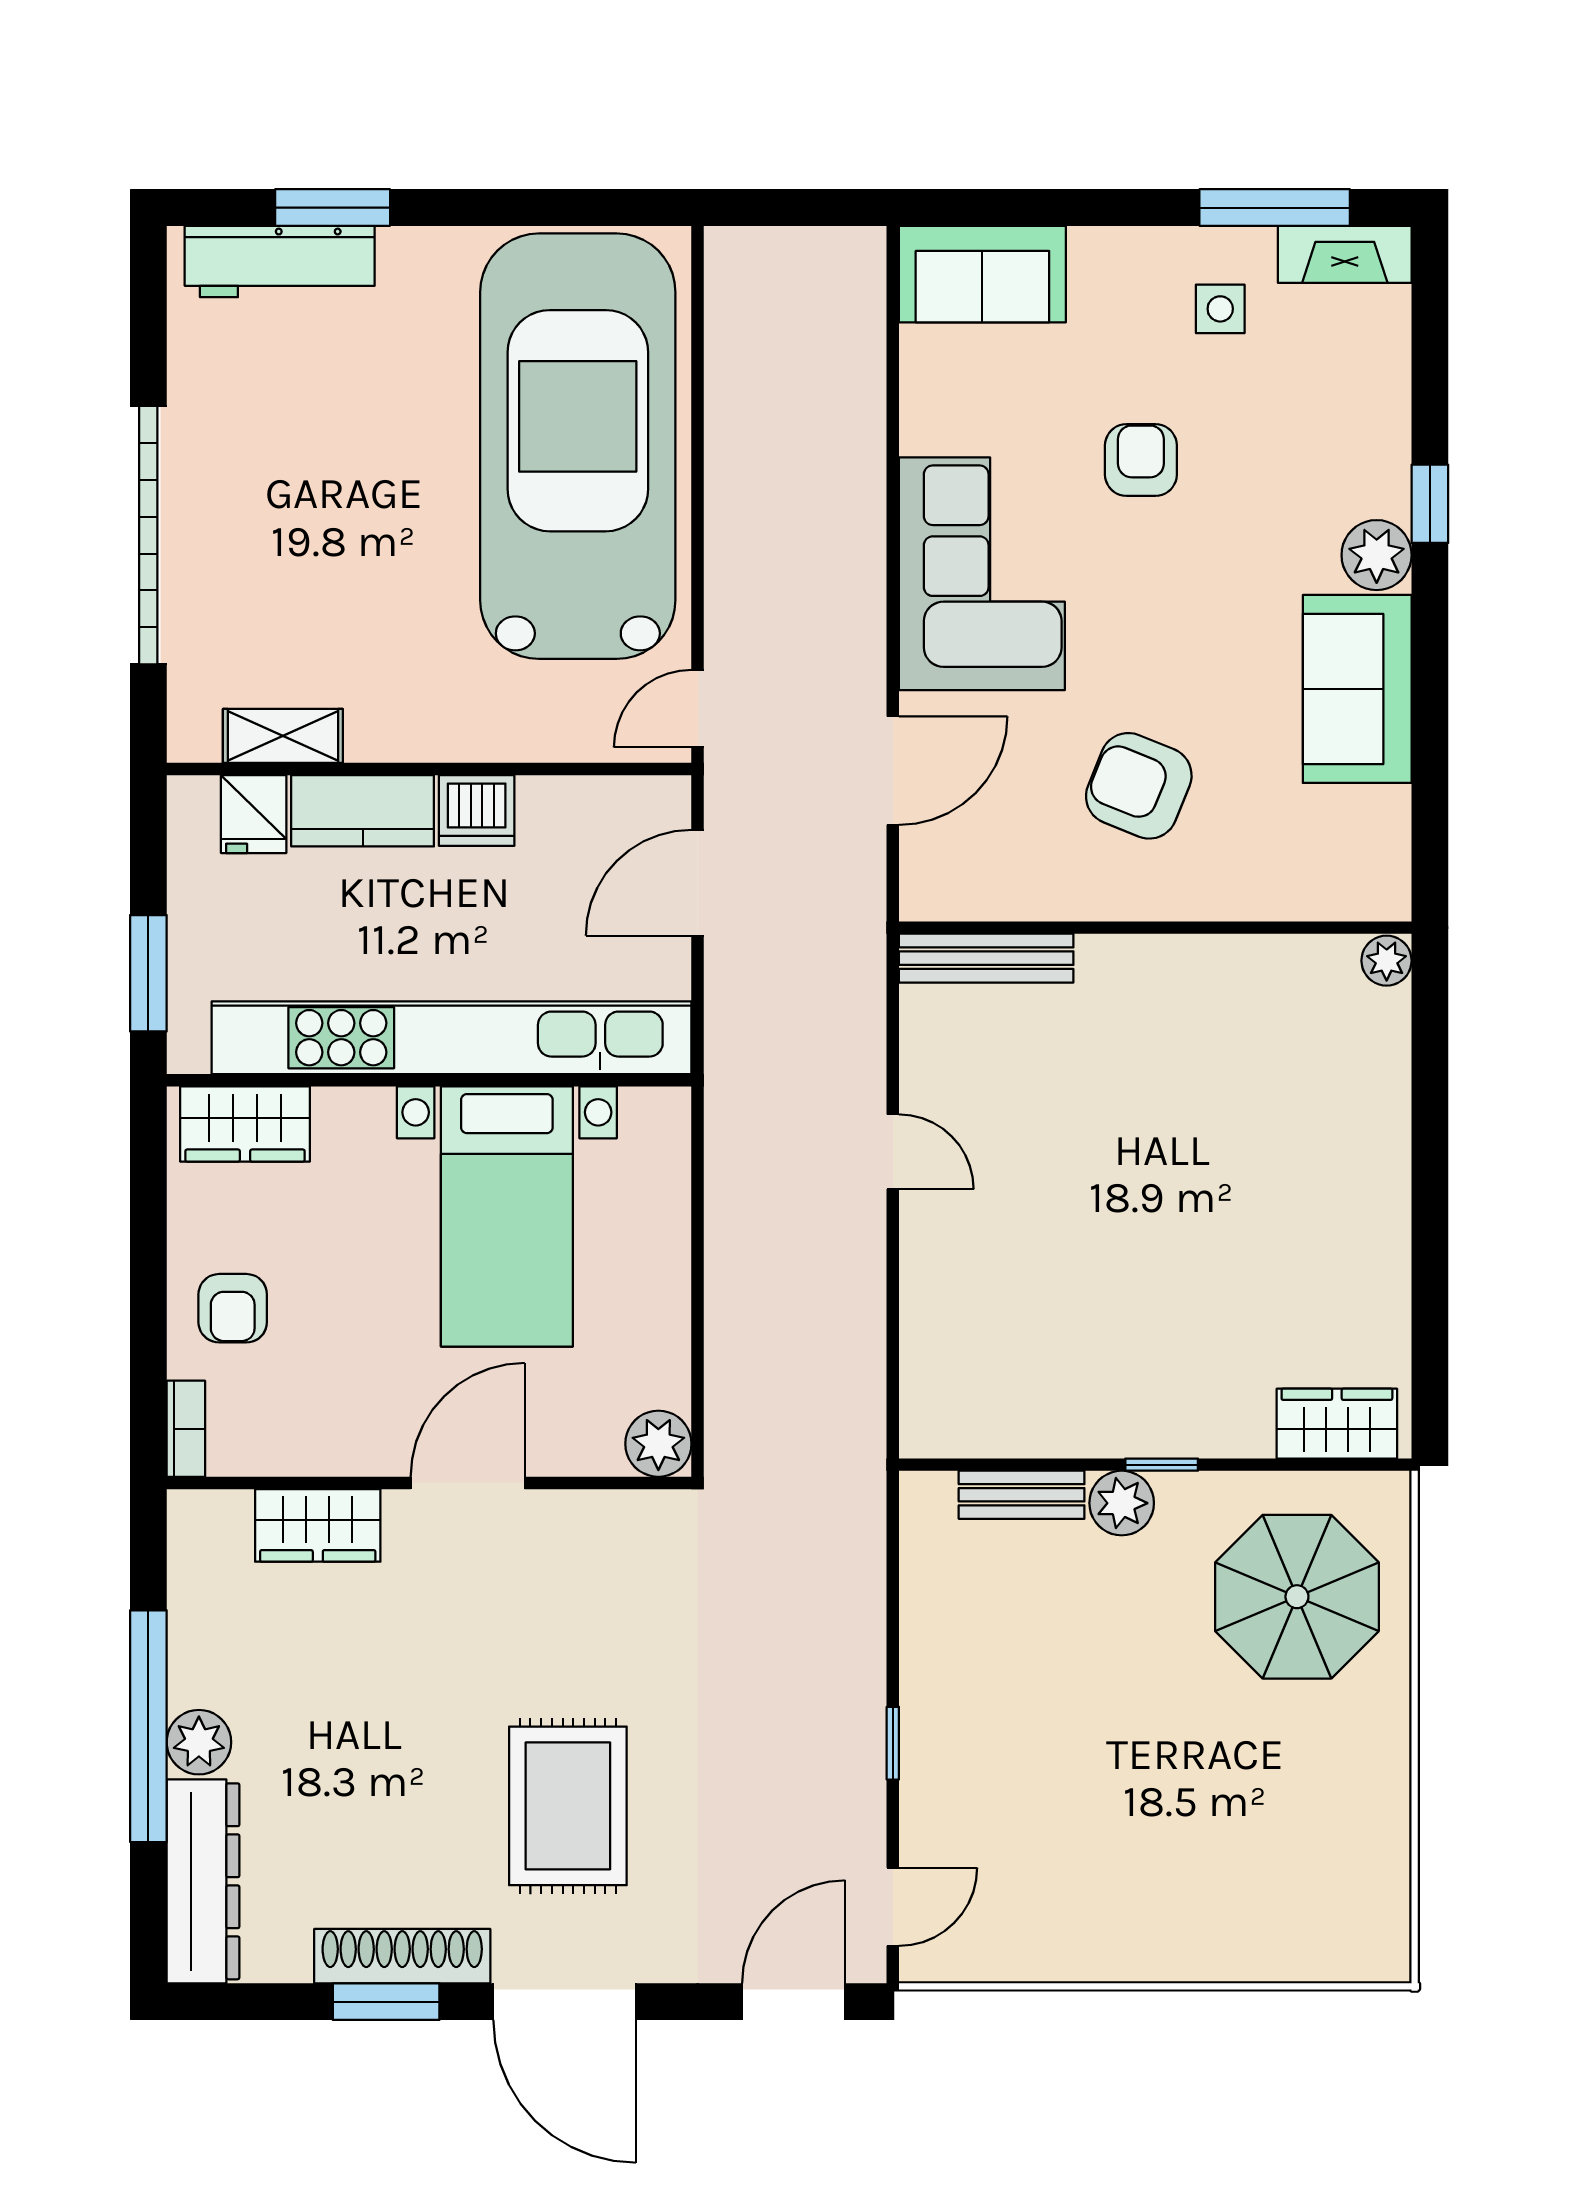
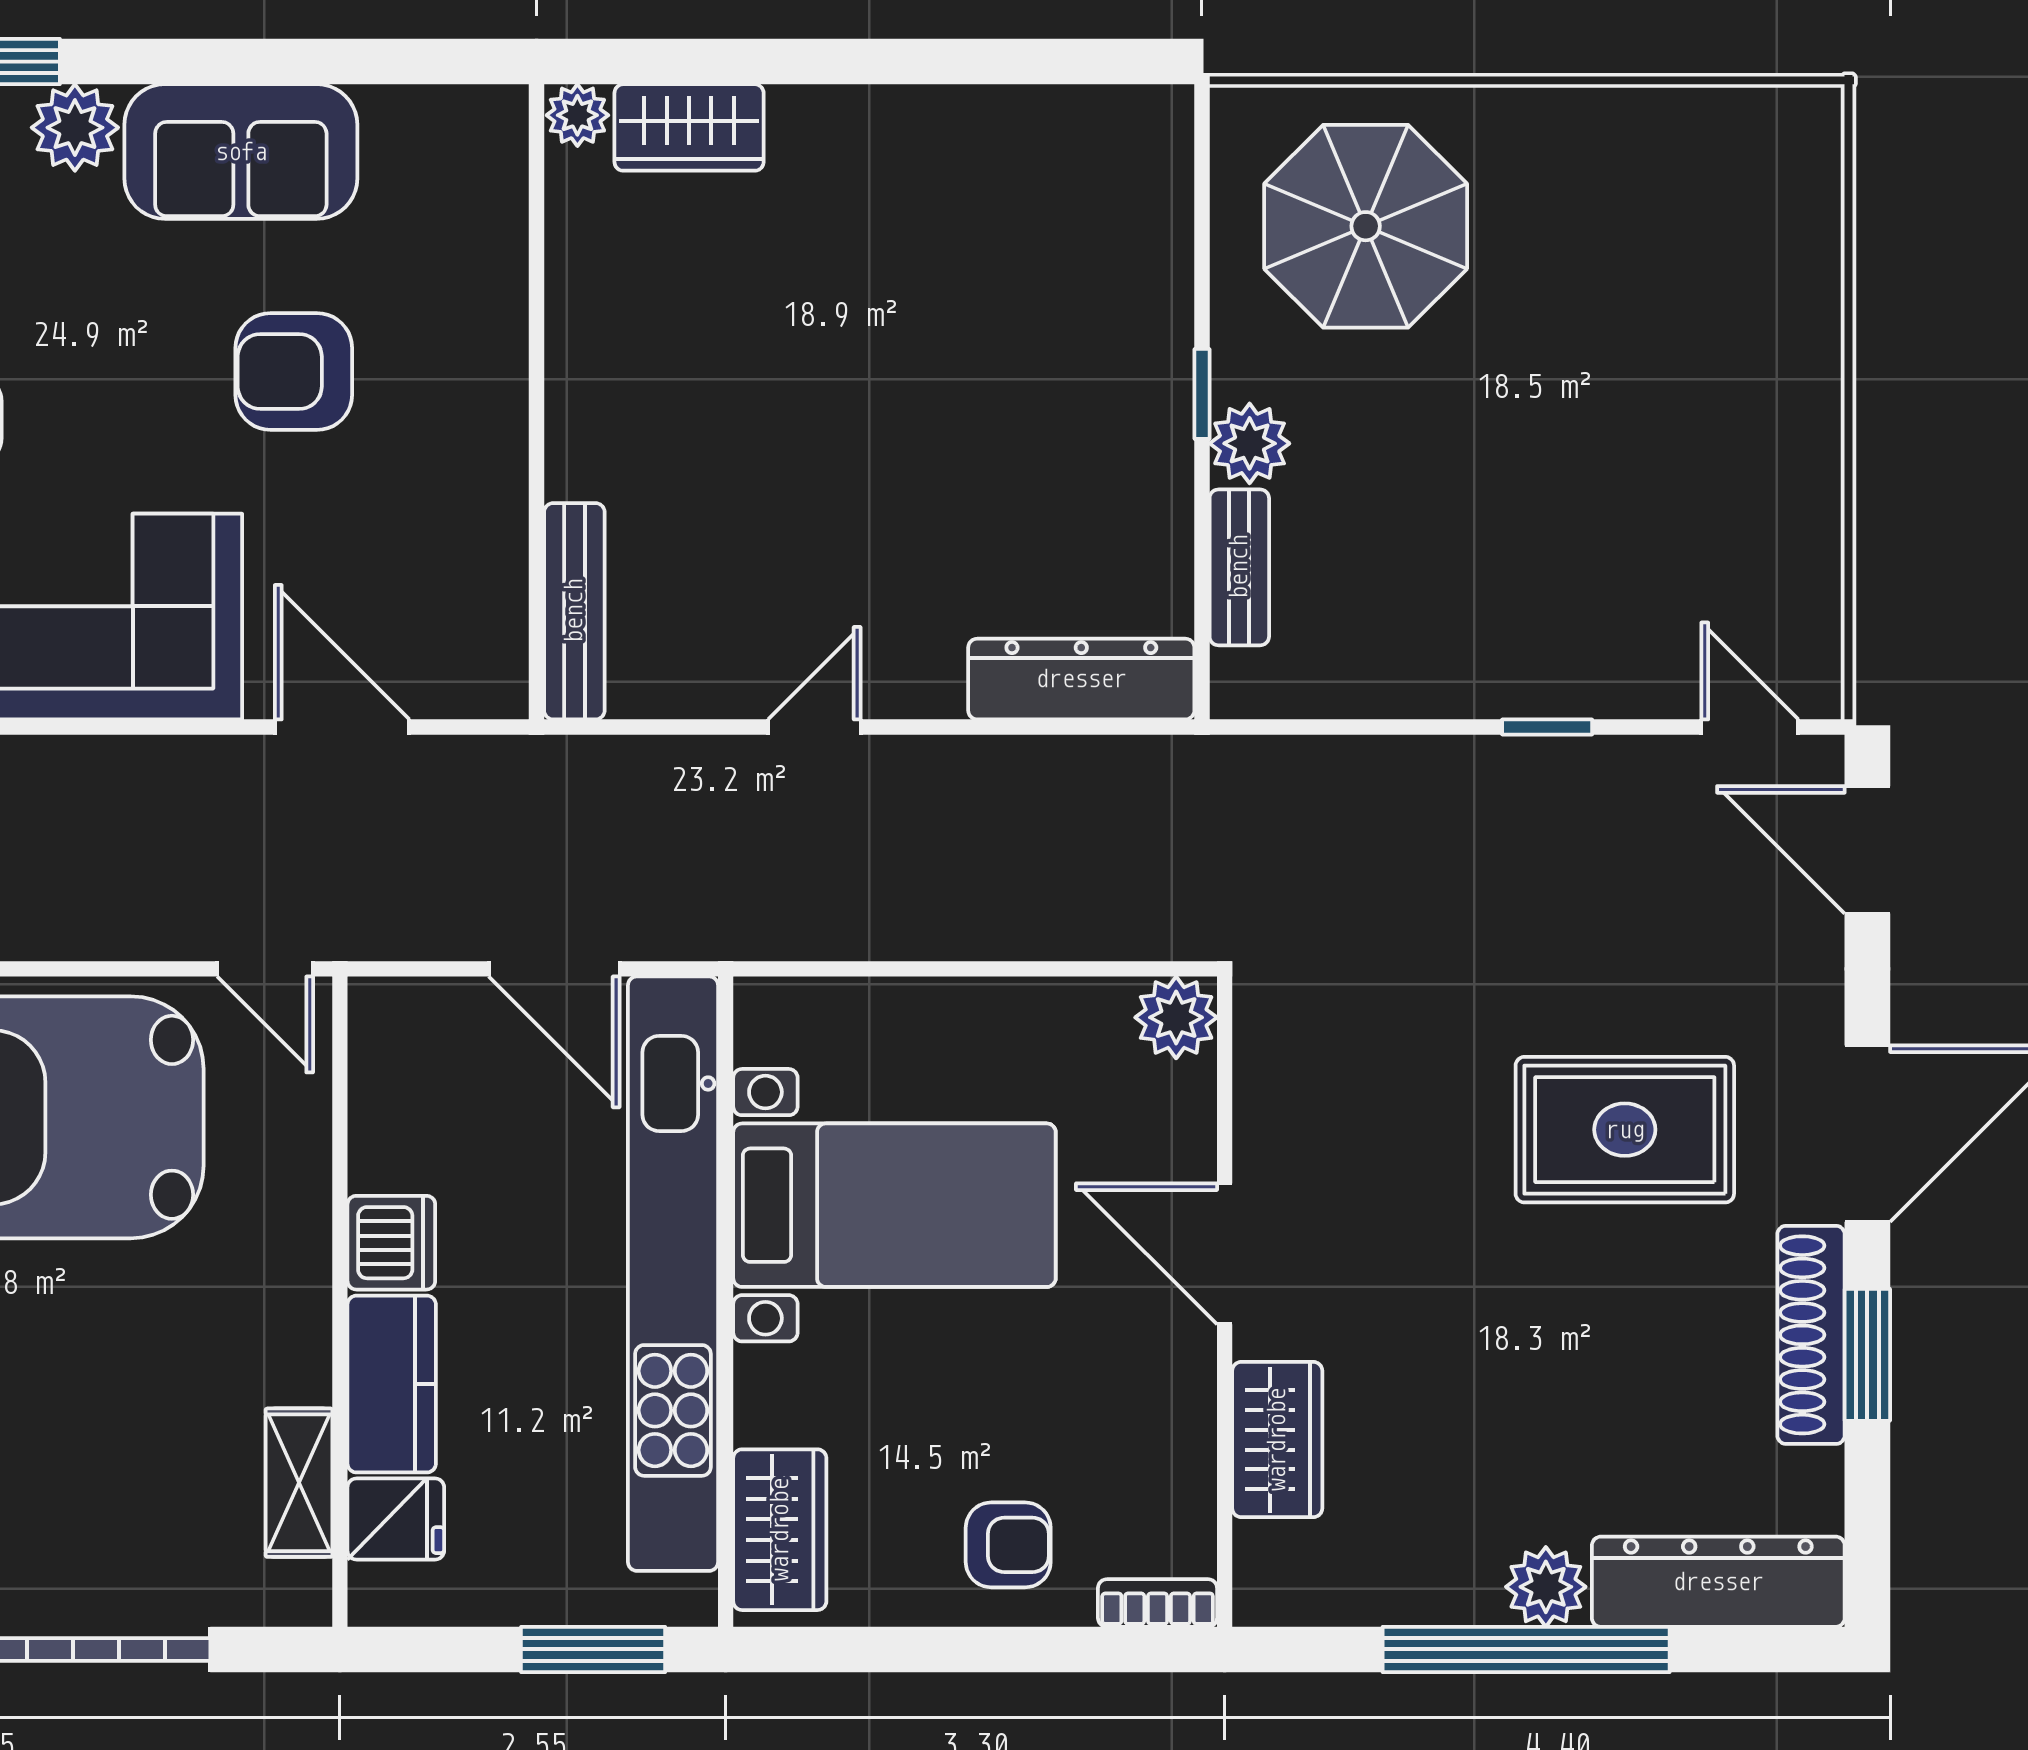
armchair: (1139, 786) -> (294, 371), moved, turned 68
door: (698, 883) -> (554, 969), moved
dresser: (931, 1367) -> (1081, 679), added
wardrobe: (1337, 1424) -> (689, 127), moved, turned -90

